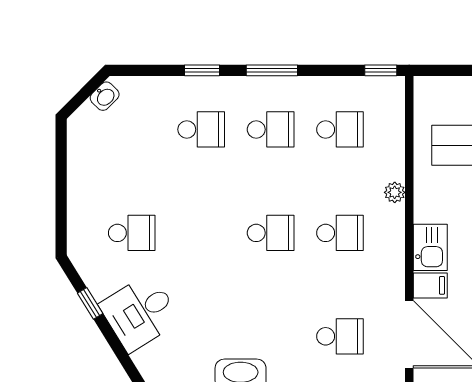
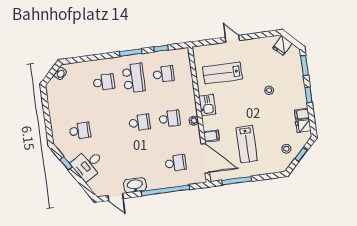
window: (202, 70) -> (101, 57), removed
window: (381, 70) -> (161, 49), moved
school desk: (271, 129) -> (134, 78), width x1.85
plant: (395, 192) -> (194, 121), moved
kitchen sink: (430, 247) -> (207, 105), moved

